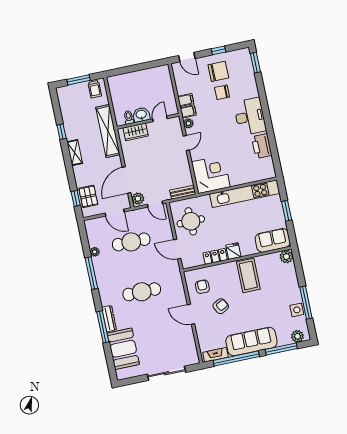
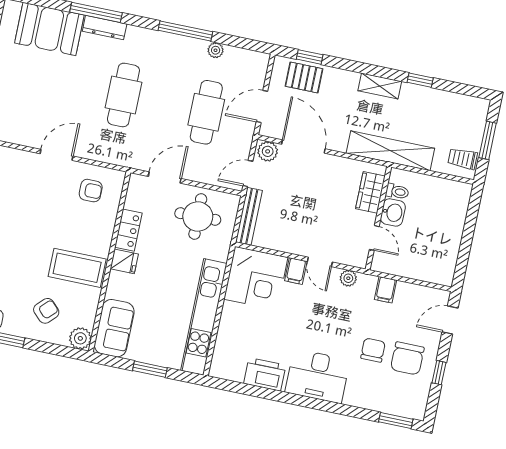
filing cabinet: (188, 111) -> (296, 271), moved
bench: (183, 192) -> (249, 216), width x1.36
armchair: (221, 306) -> (46, 311), moved, turned -106

